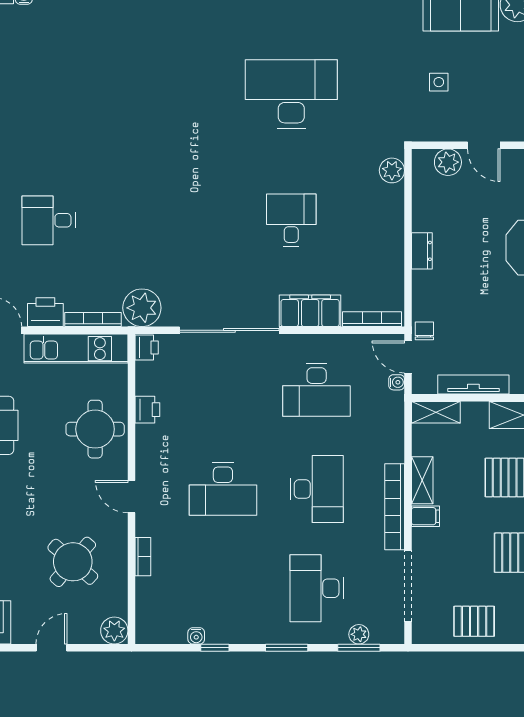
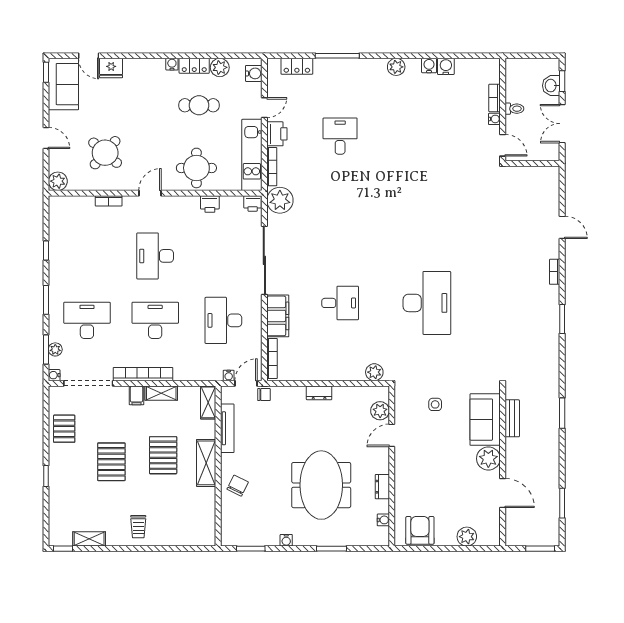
desk: (317, 489) -> (155, 320), turned 180
water cooler: (196, 636) -> (54, 375), moved

